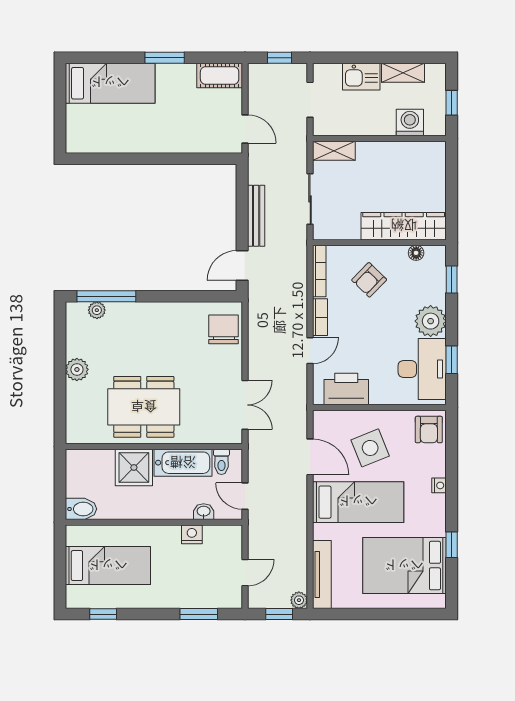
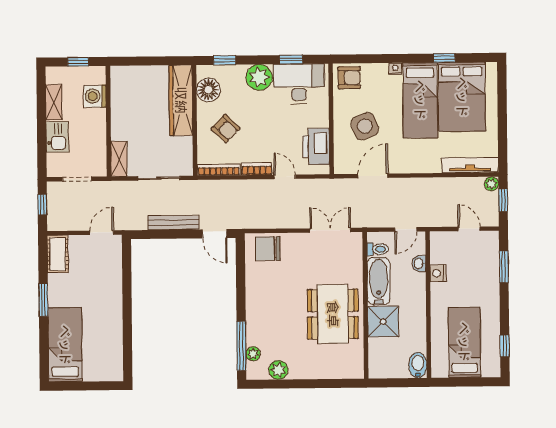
floor lamp: (416, 253) -> (208, 90), width x1.89, depth x1.89
plant: (77, 369) -> (278, 370), moved
bed: (358, 502) -> (420, 100), moved, turned 180

